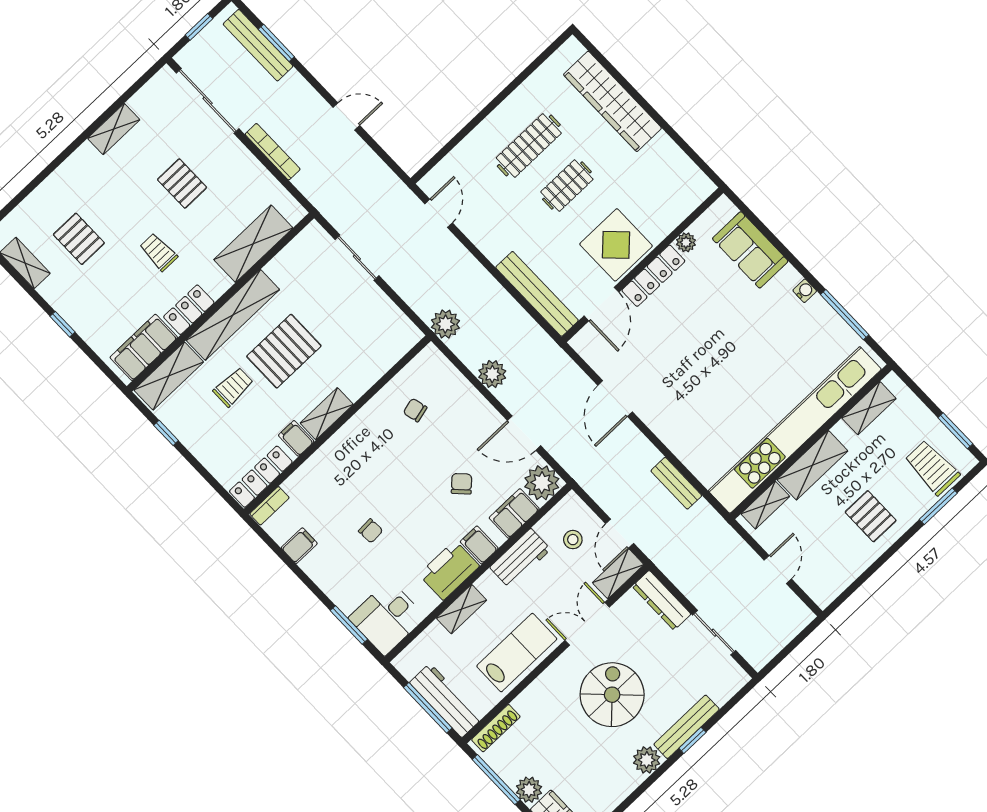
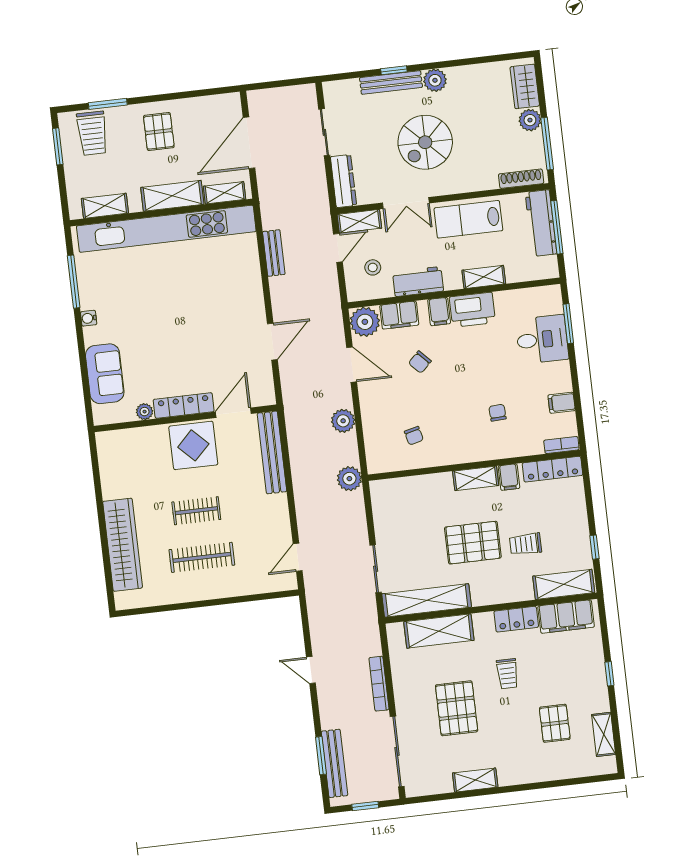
pallet: (182, 183) -> (457, 708), width x1.50, depth x1.42
shelving: (233, 315) -> (427, 600), moved
chair: (371, 531) -> (497, 413), moved
door: (778, 570) -> (249, 143), width x1.88
desk: (387, 617) -> (542, 339), moved

